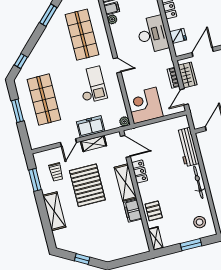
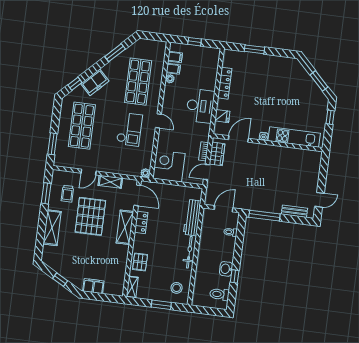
window: (17, 111) -> (52, 144), moved
freezer: (91, 127) -> (95, 82), moved, turned 135
filing cabinet: (133, 211) -> (93, 286), moved, turned 90

